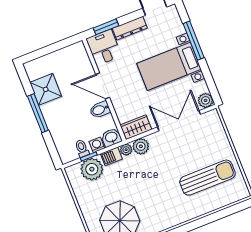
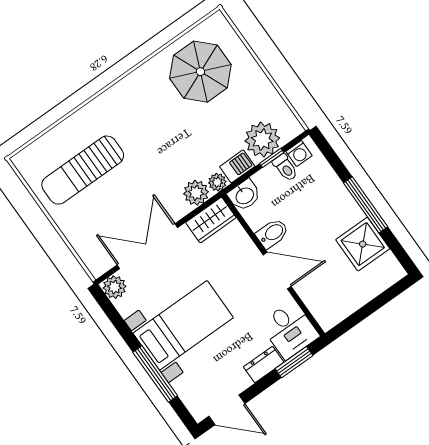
dresser: (130, 28) -> (264, 365), width x0.70
double door: (179, 121) -> (147, 246), swing flipped
washing machine: (97, 145) -> (299, 153), moved

